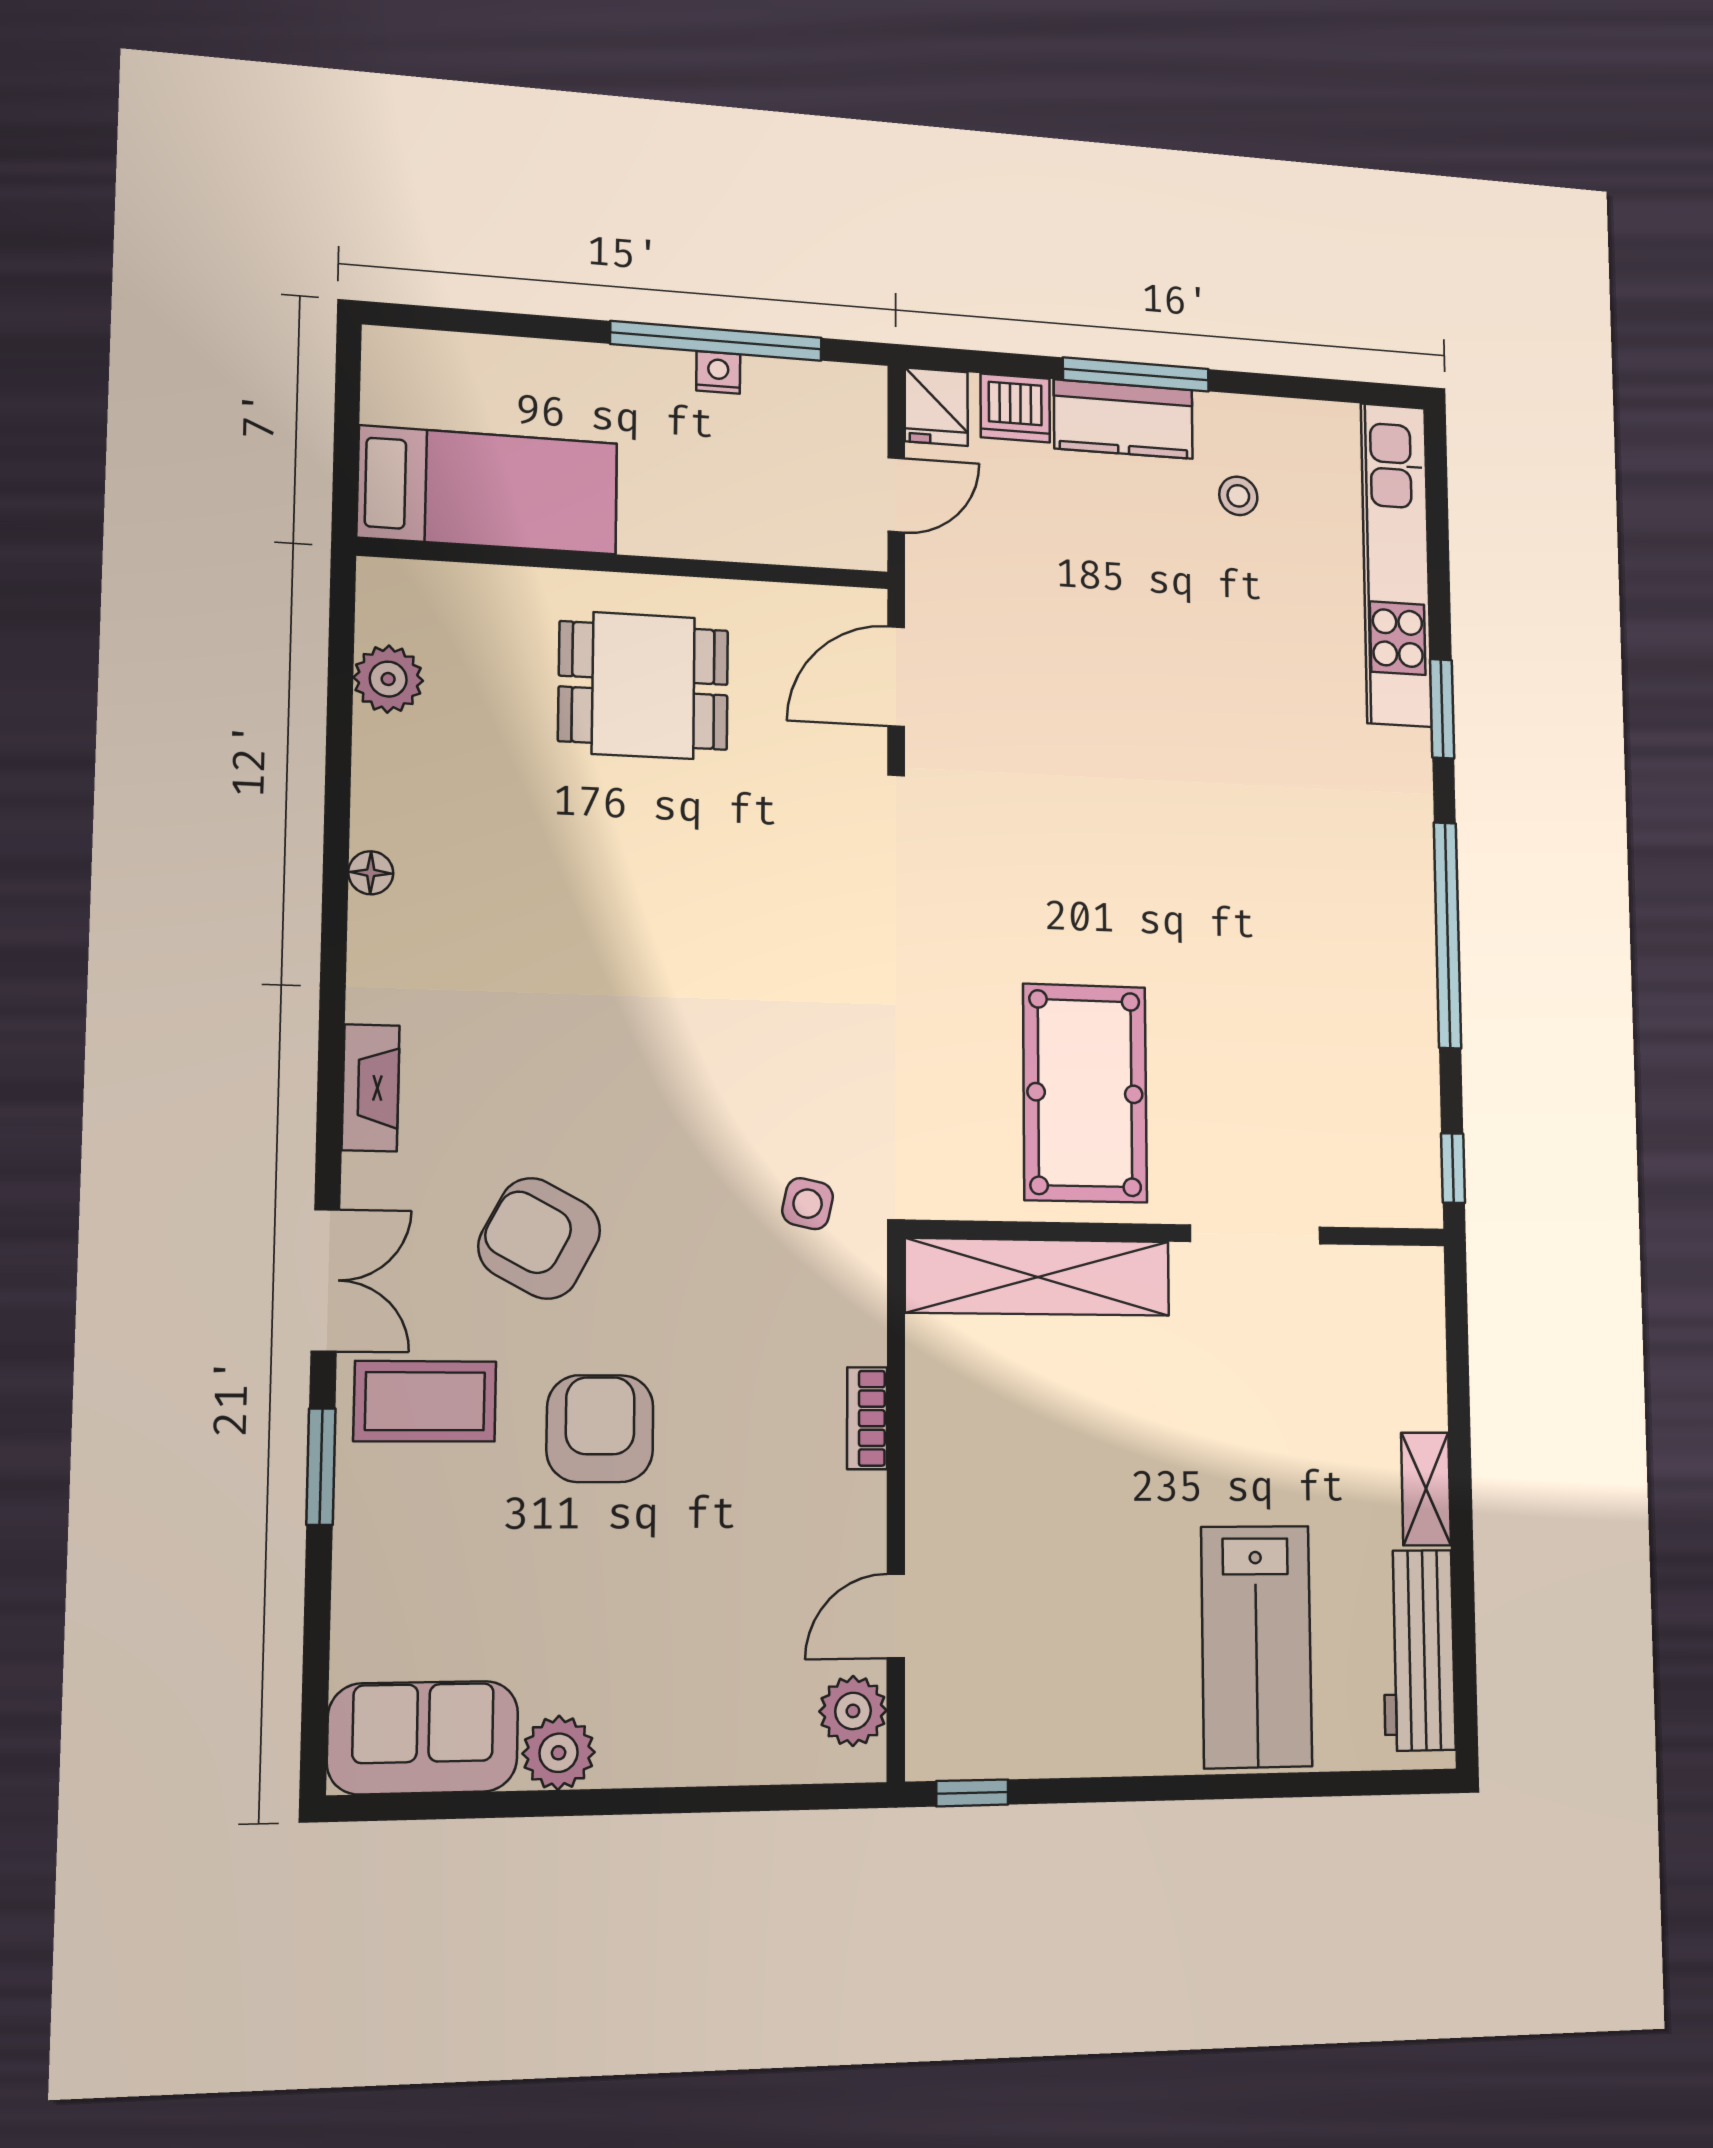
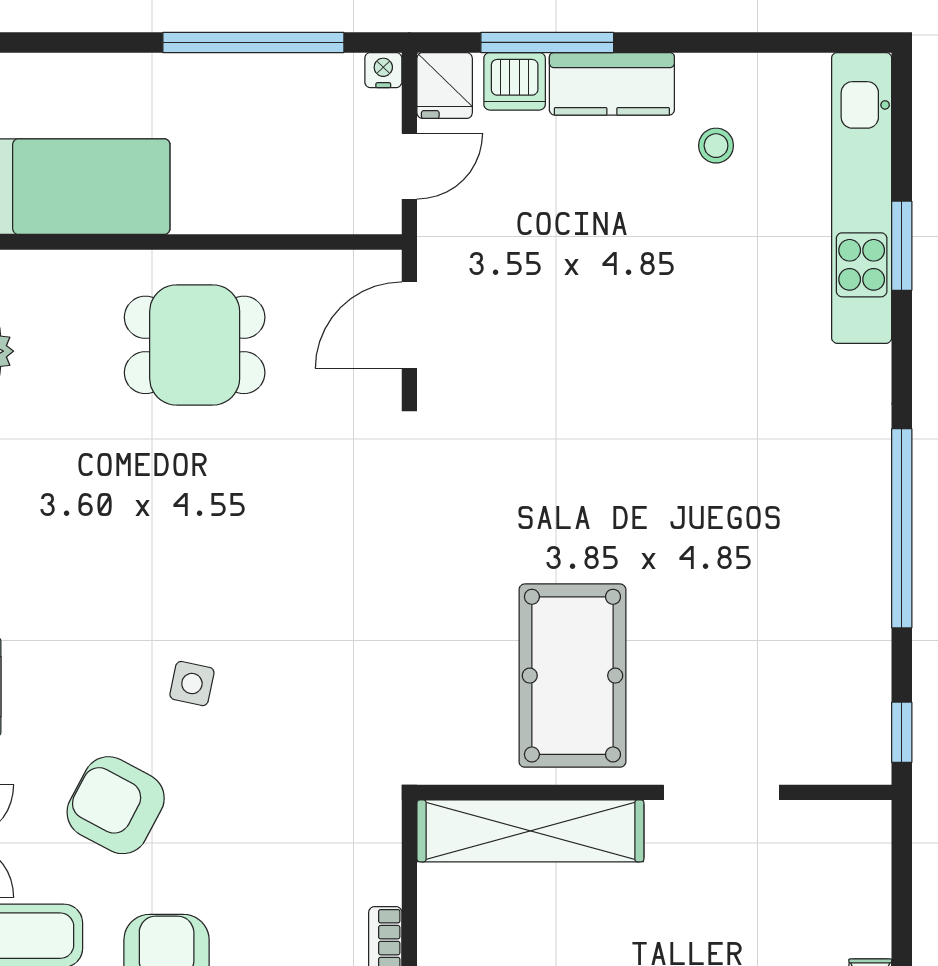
nightstand: (718, 372) -> (383, 70), moved
window: (1136, 374) -> (547, 42), moved
window: (1442, 709) -> (902, 246), moved
side table: (808, 1204) -> (192, 684), moved

